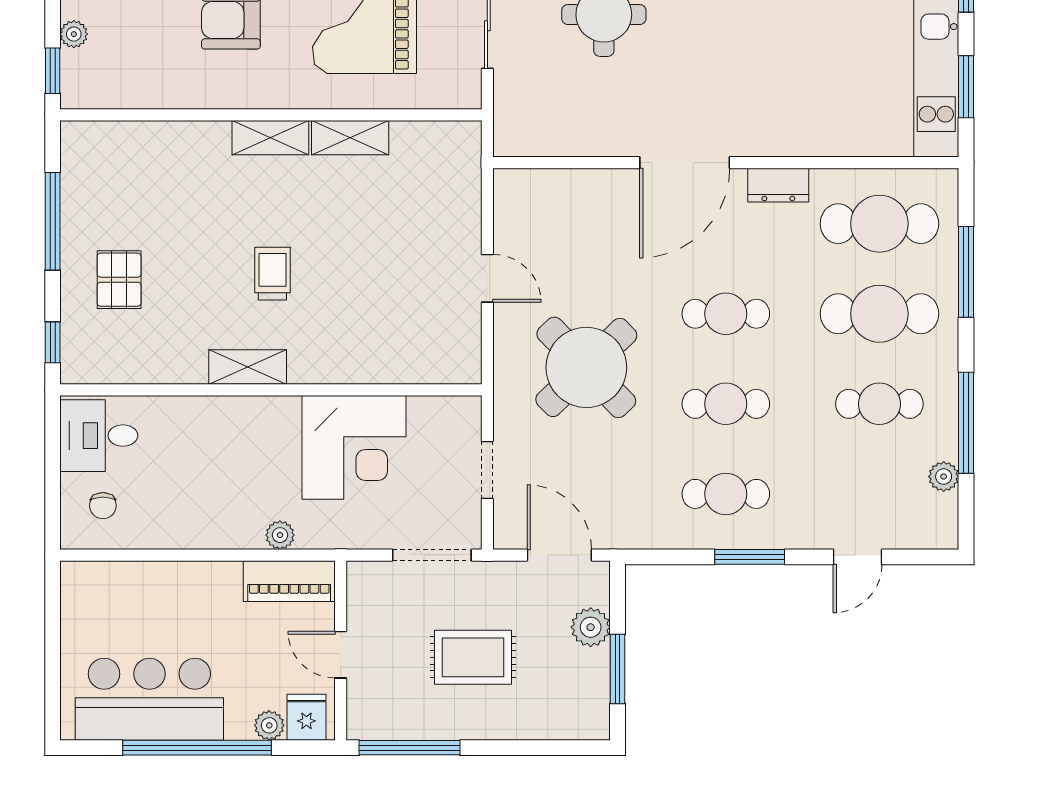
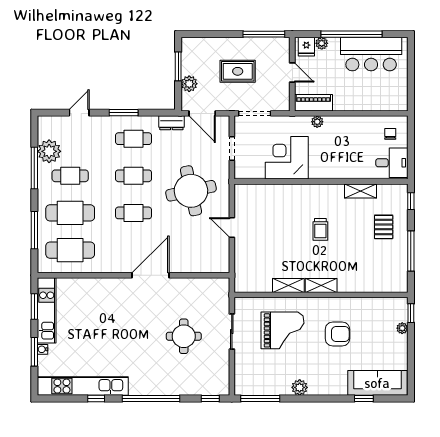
dresser: (778, 185) -> (171, 123), moved, turned 180
shelving: (248, 367) -> (360, 191), moved
round table: (586, 367) -> (191, 191), turned 32
plant: (944, 477) -> (49, 151), width x1.88, depth x1.88

